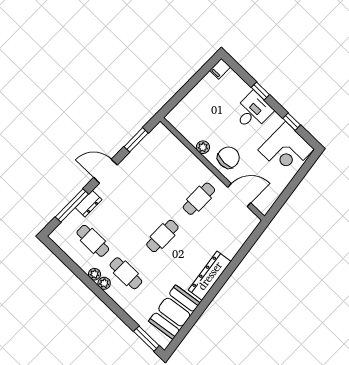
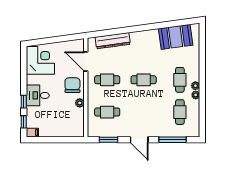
window: (292, 122) -> (24, 122), moved
chair: (228, 158) -> (72, 85), turned 90
cafe table: (166, 166) -> (107, 112), added
dresser: (89, 204) -> (163, 132), removed
dresser: (210, 276) -> (113, 41), moved
window: (146, 339) -> (202, 38), removed

